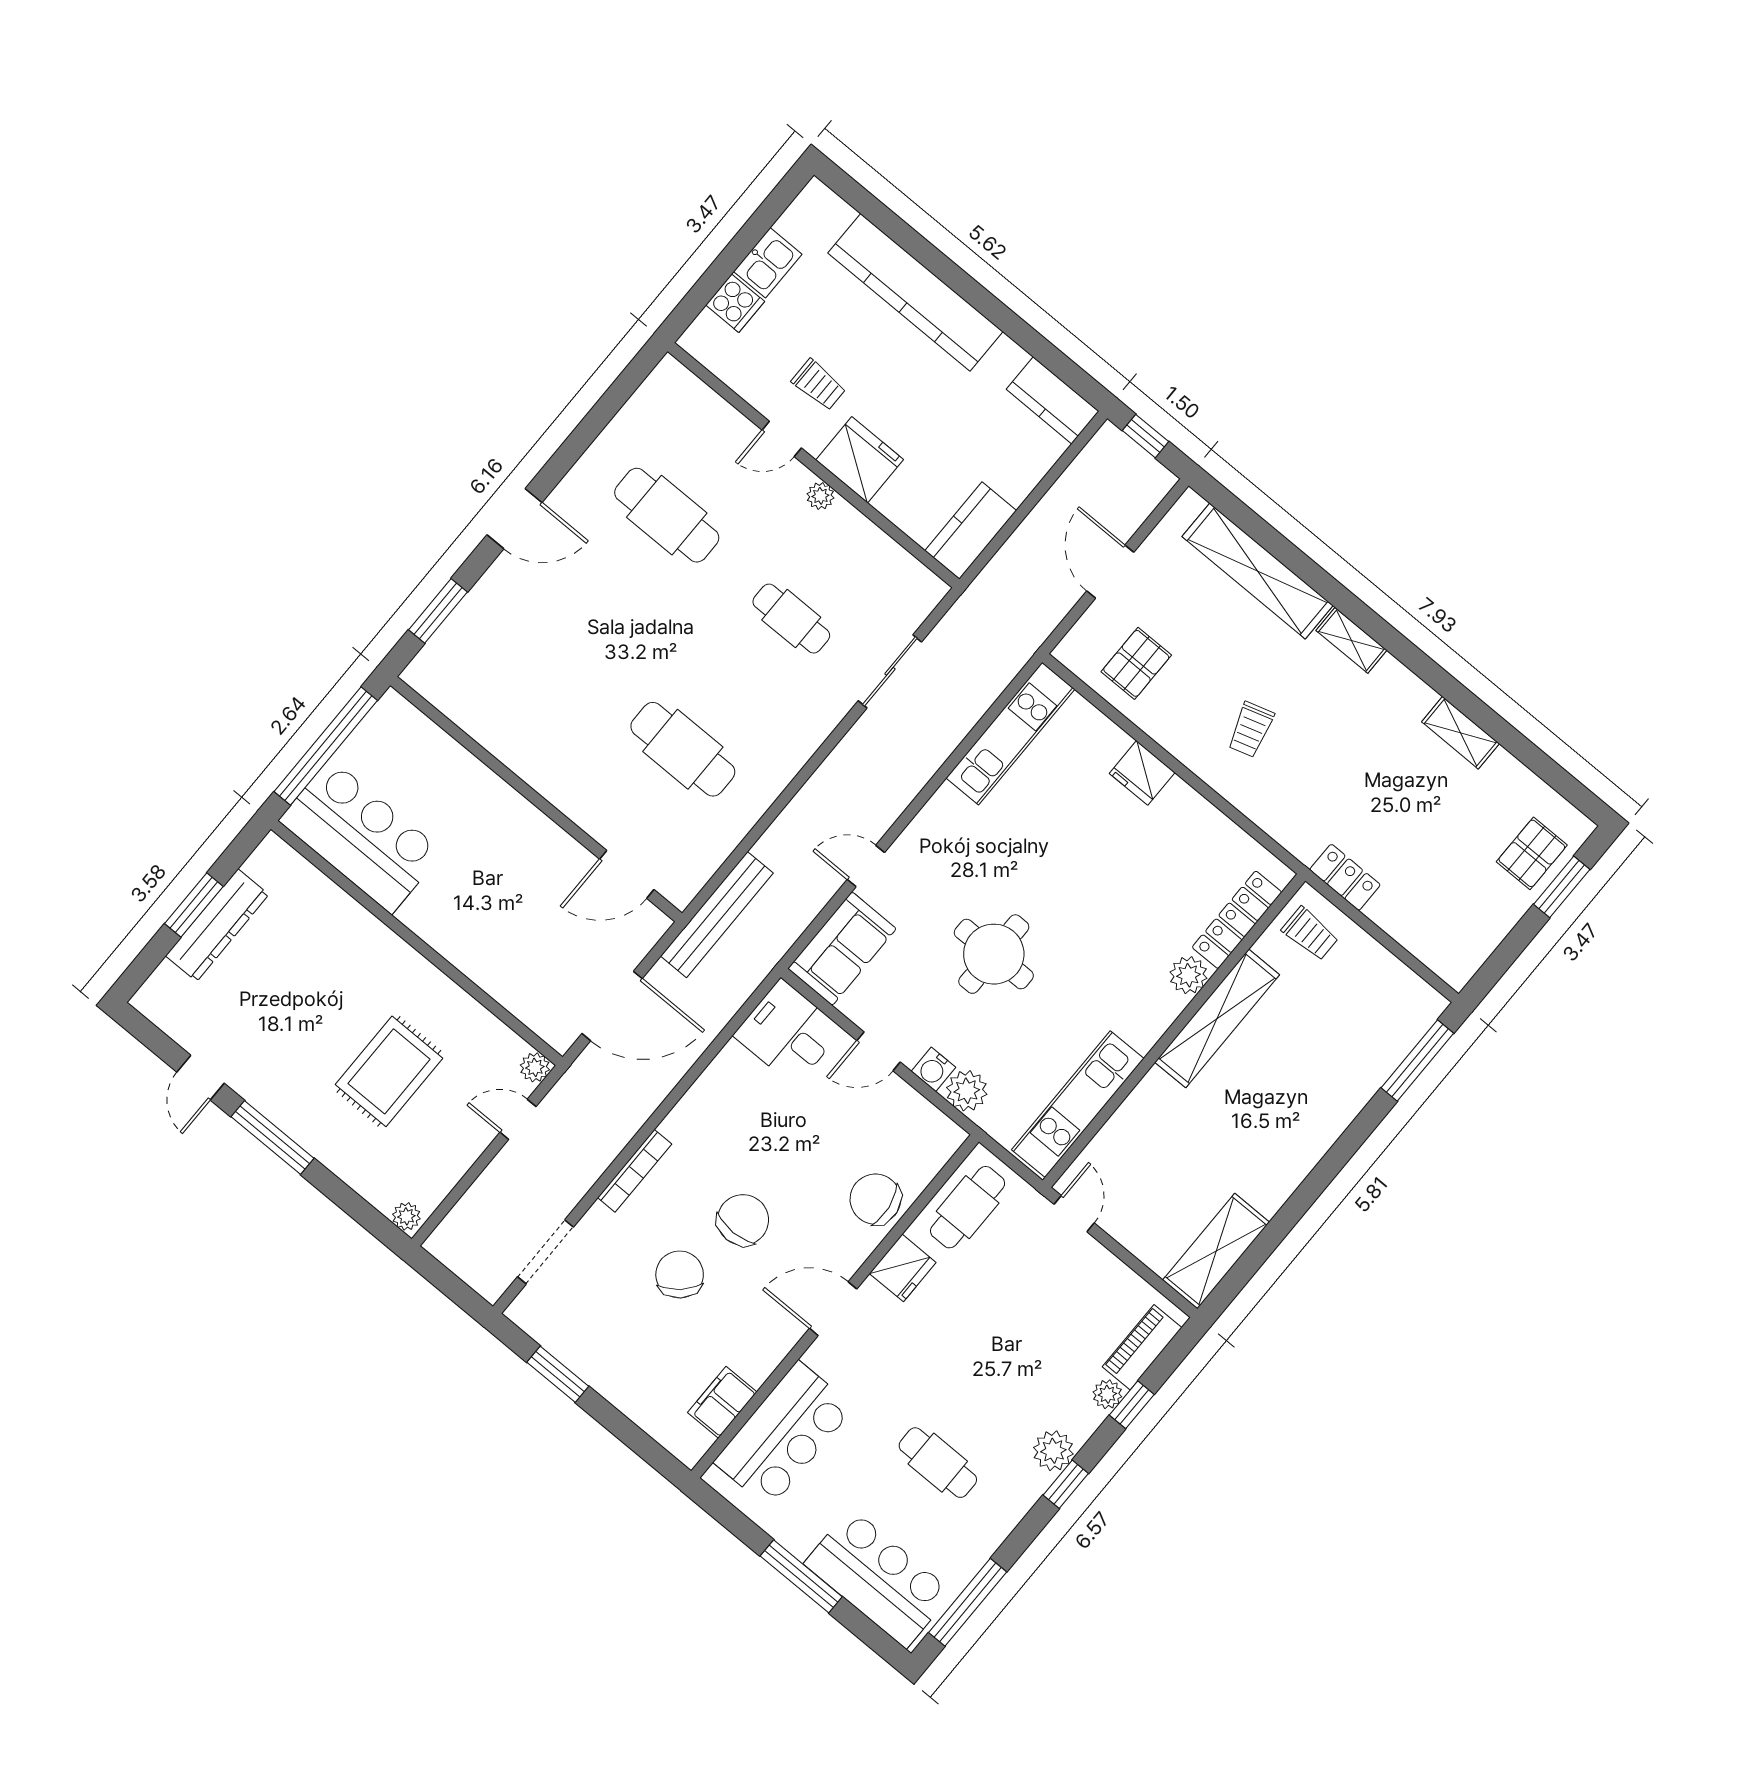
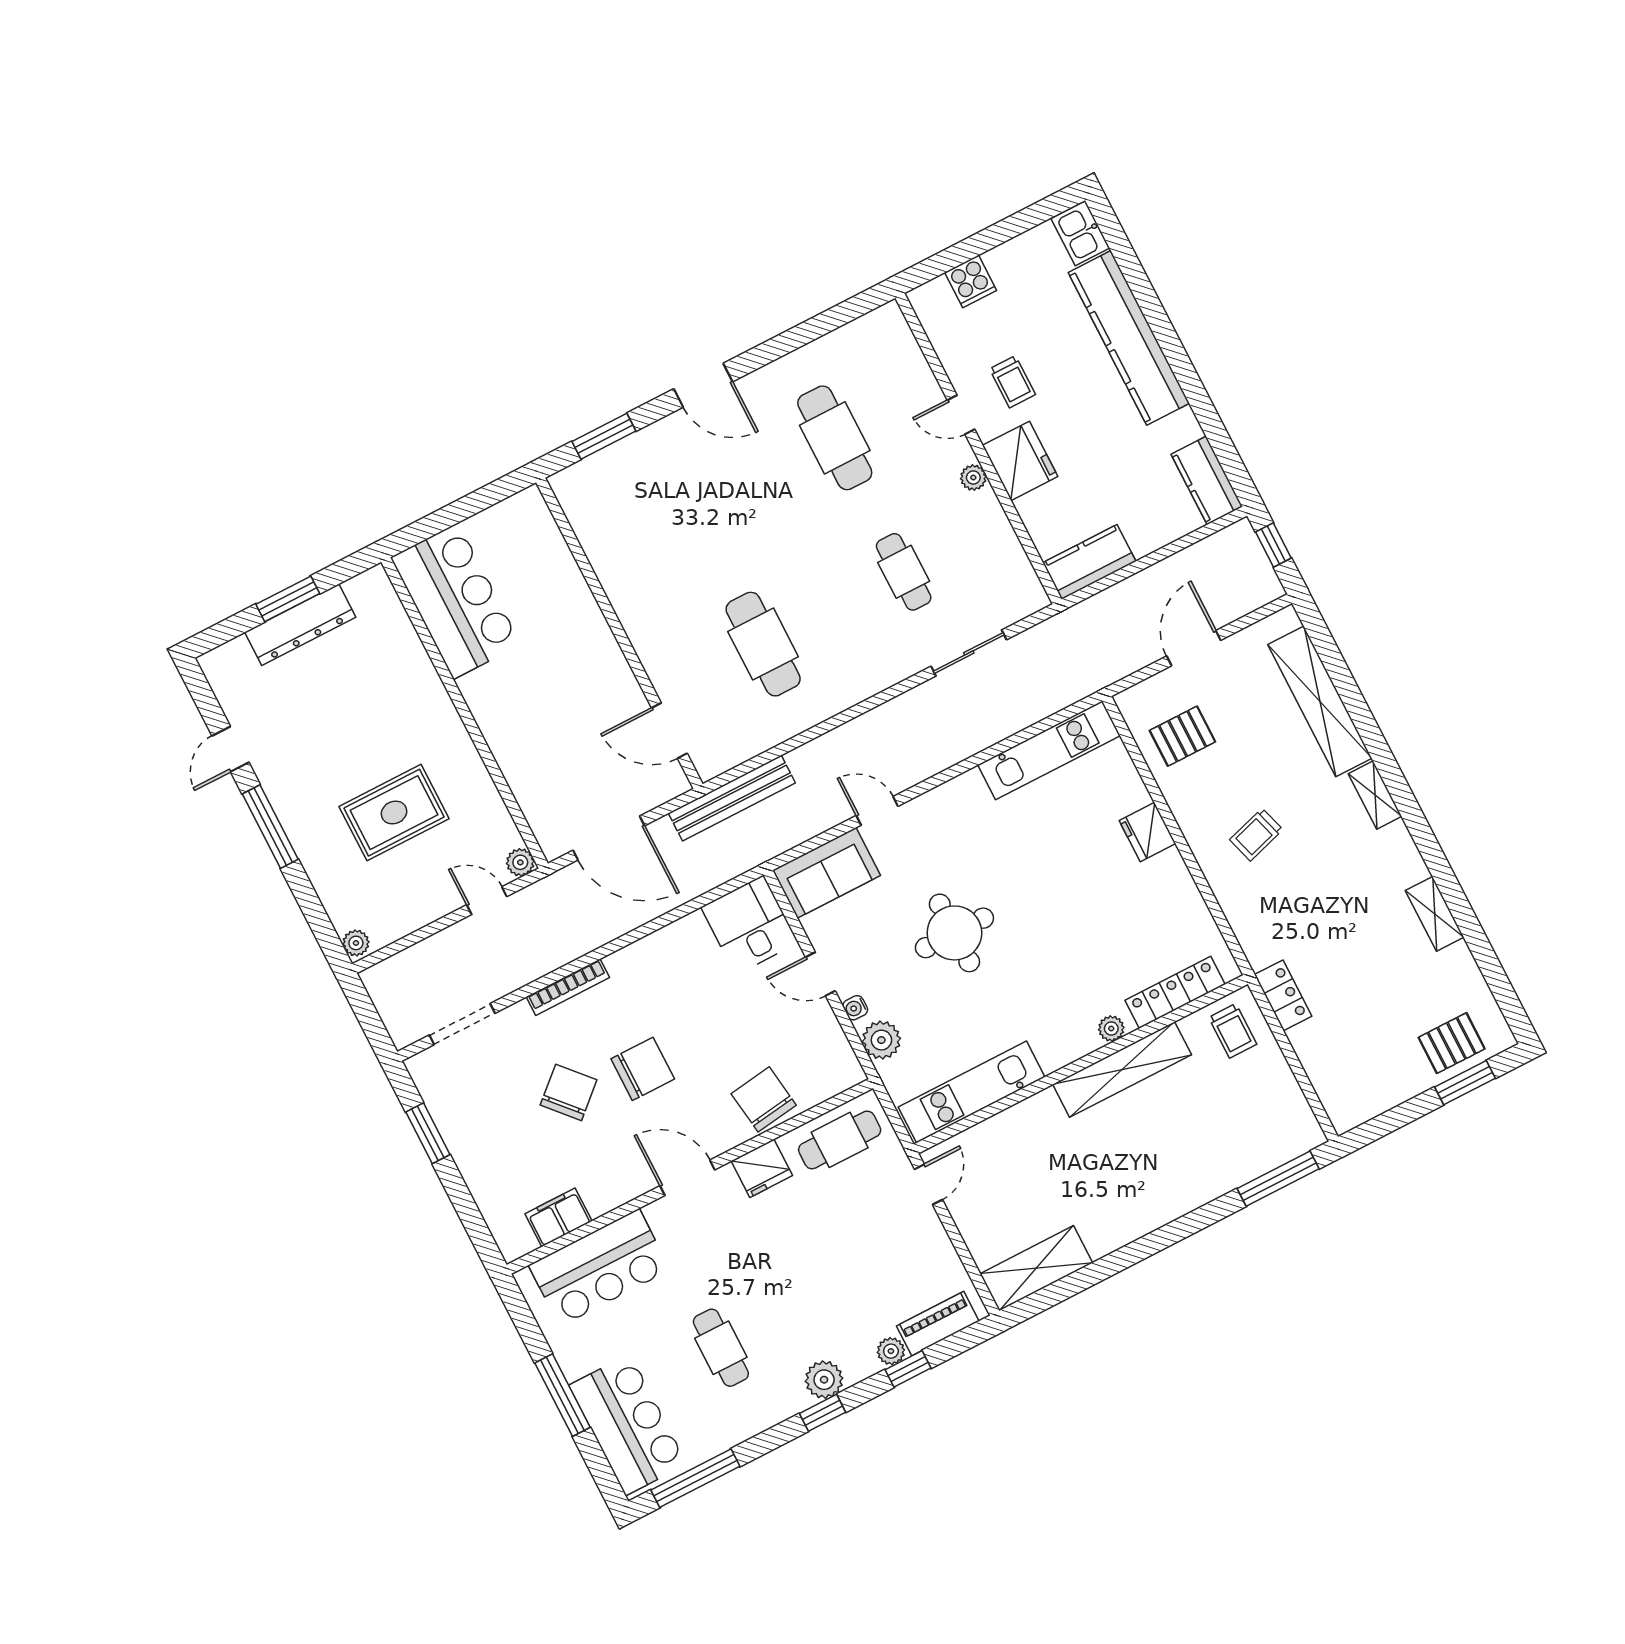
kitchen sink: (768, 263) -> (1080, 233), moved, turned 90
window: (326, 746) -> (459, 511), removed
plant: (1188, 975) -> (1111, 1029), width x0.73, depth x0.73
water cooler: (933, 1069) -> (855, 1008), width x0.72, depth x0.72

